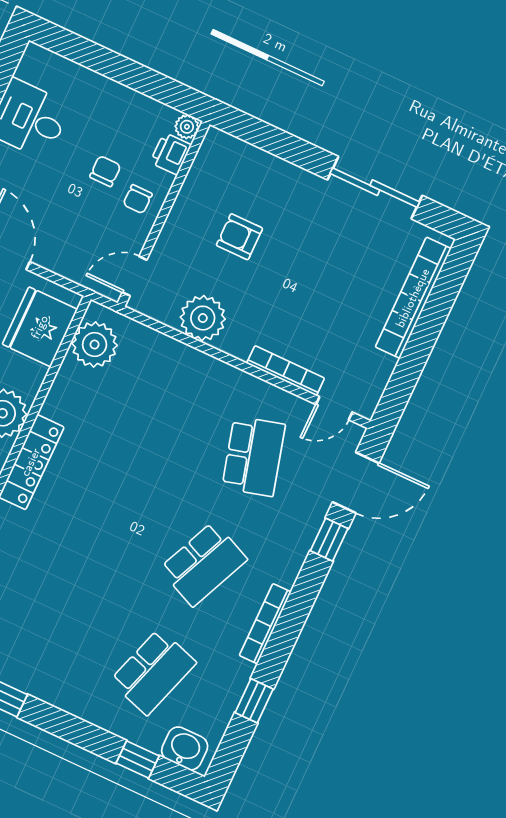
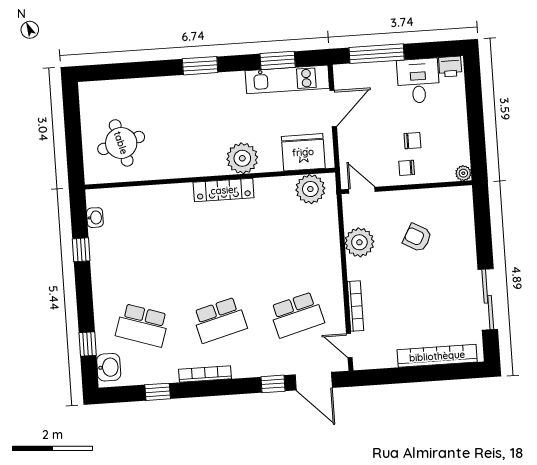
printer: (171, 154) -> (450, 67), moved, turned 180
armchair: (239, 237) -> (417, 238), turned -61
school desk: (203, 564) -> (220, 320), turned -39

